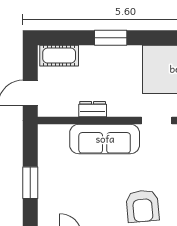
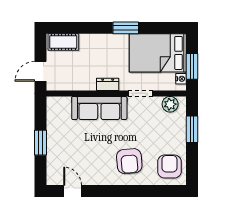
window: (111, 38) -> (126, 28), moved
dresser: (93, 109) -> (108, 84), moved

